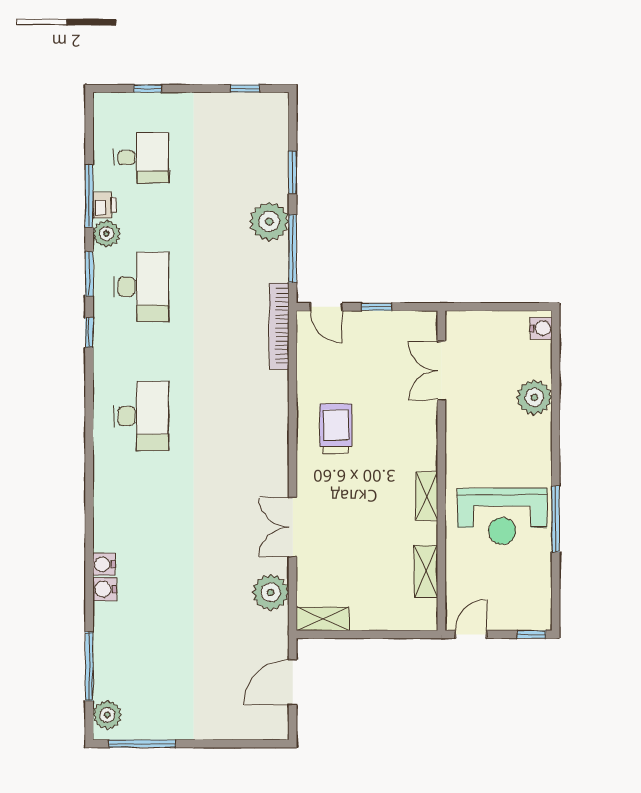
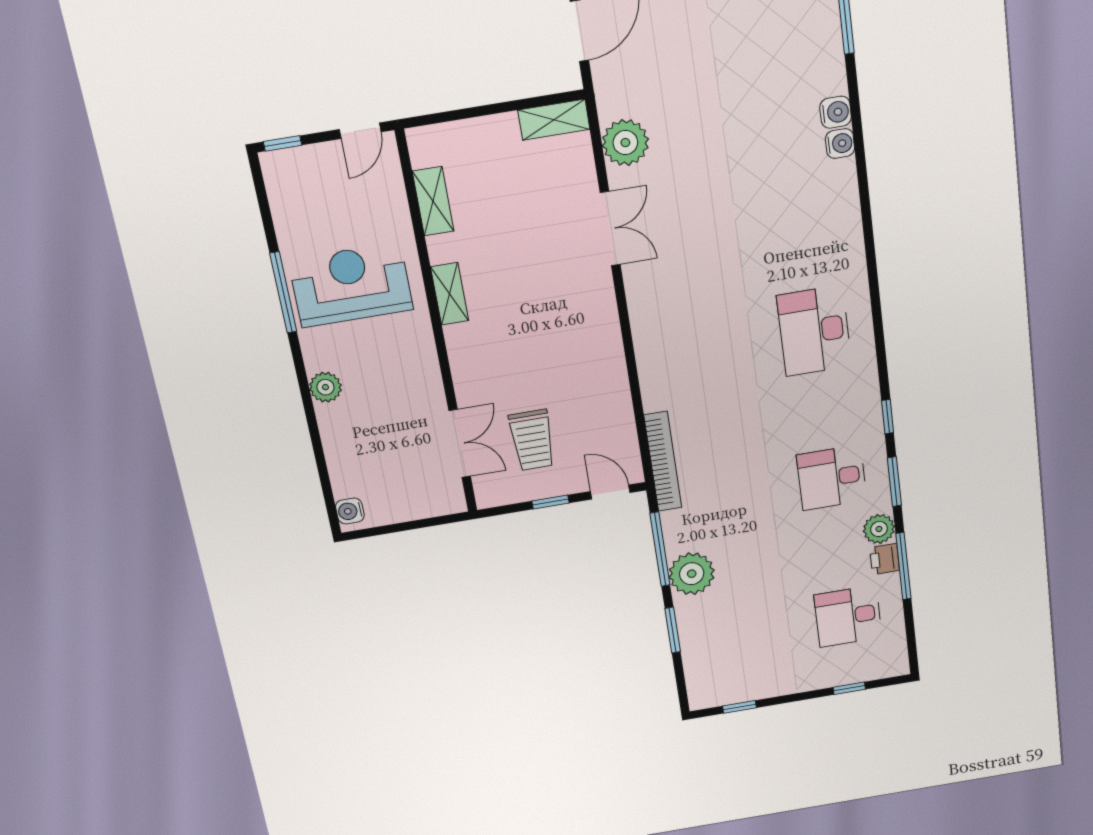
desk: (141, 287) -> (832, 478), width x0.73
plant: (534, 397) -> (325, 387), moved, width x0.73, depth x0.73
trolley: (336, 429) -> (532, 440), moved

